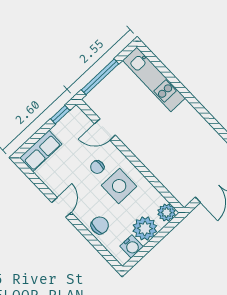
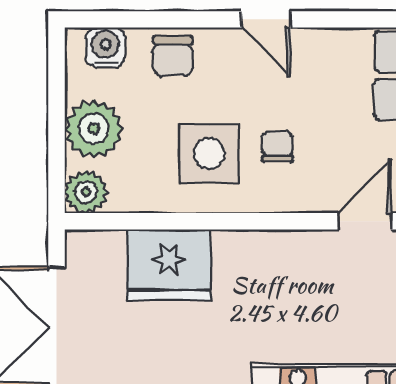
door: (105, 129) -> (364, 221), moved
fridge: (165, 166) -> (169, 265), added
water cooler: (132, 246) -> (106, 47), moved, turned 90

